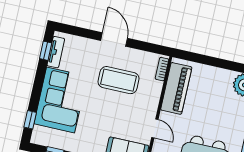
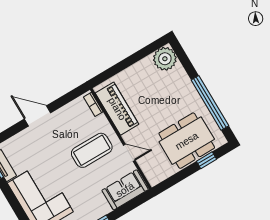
coffee table: (119, 80) -> (92, 150), moved

